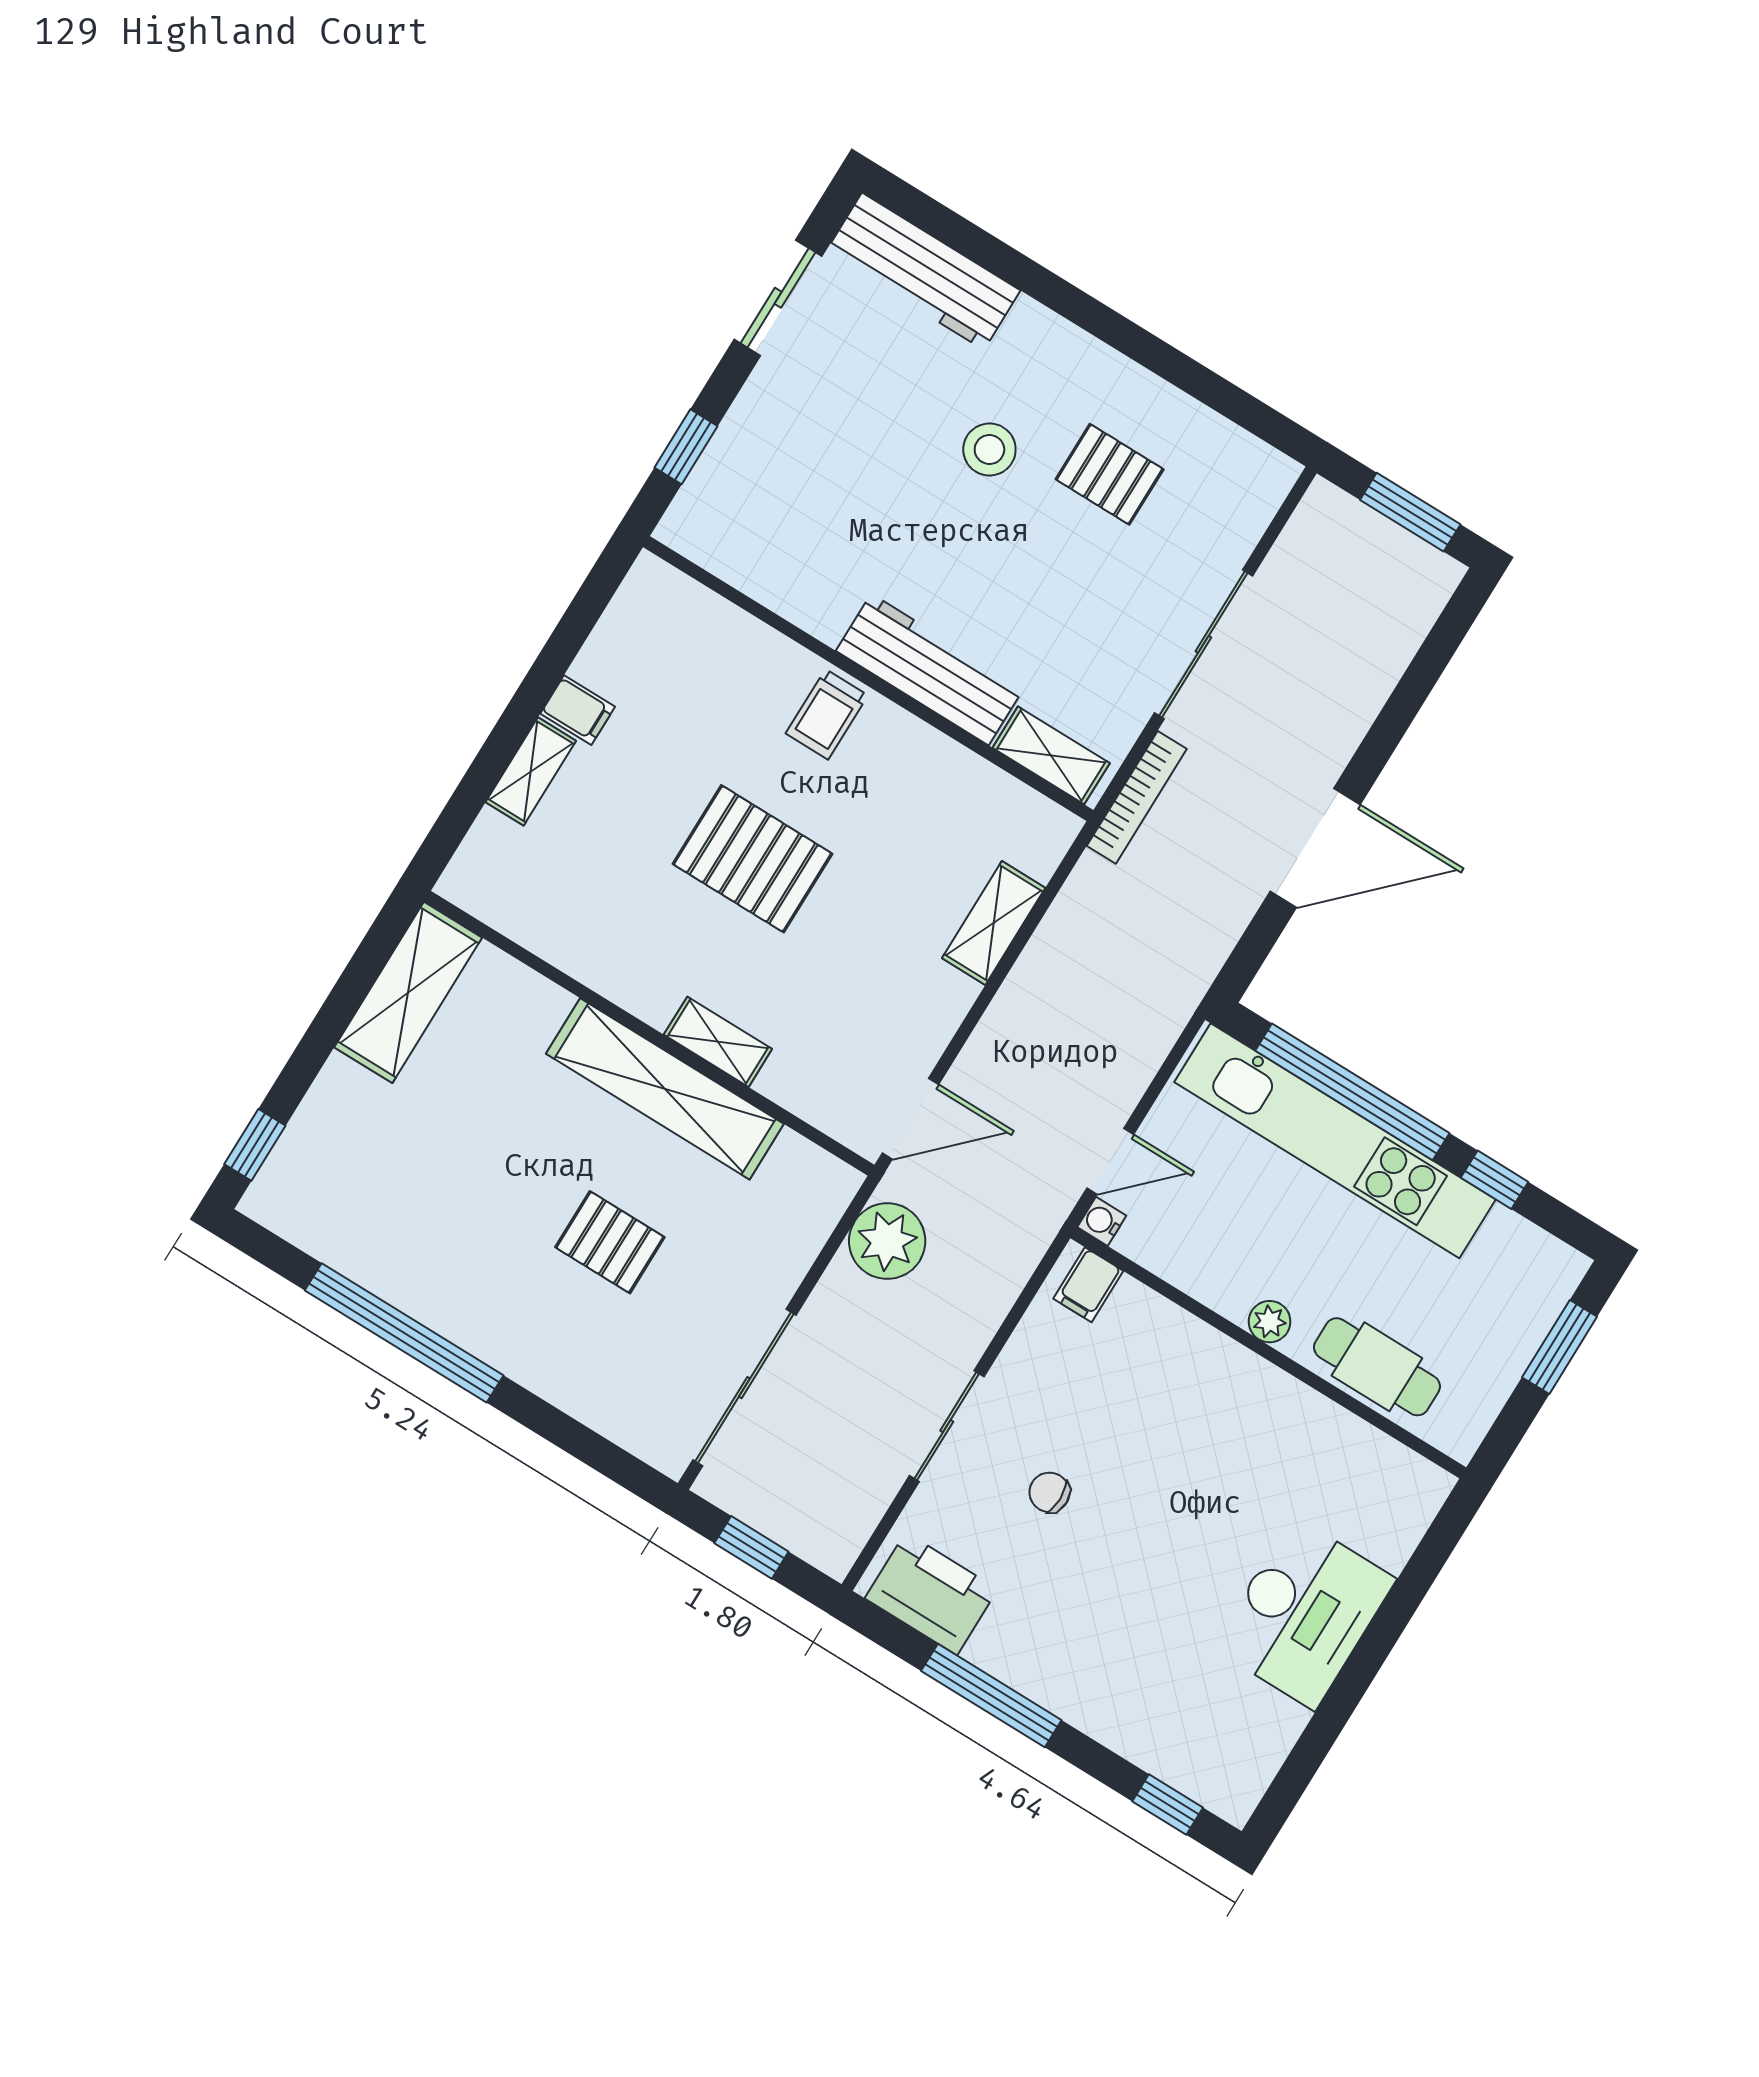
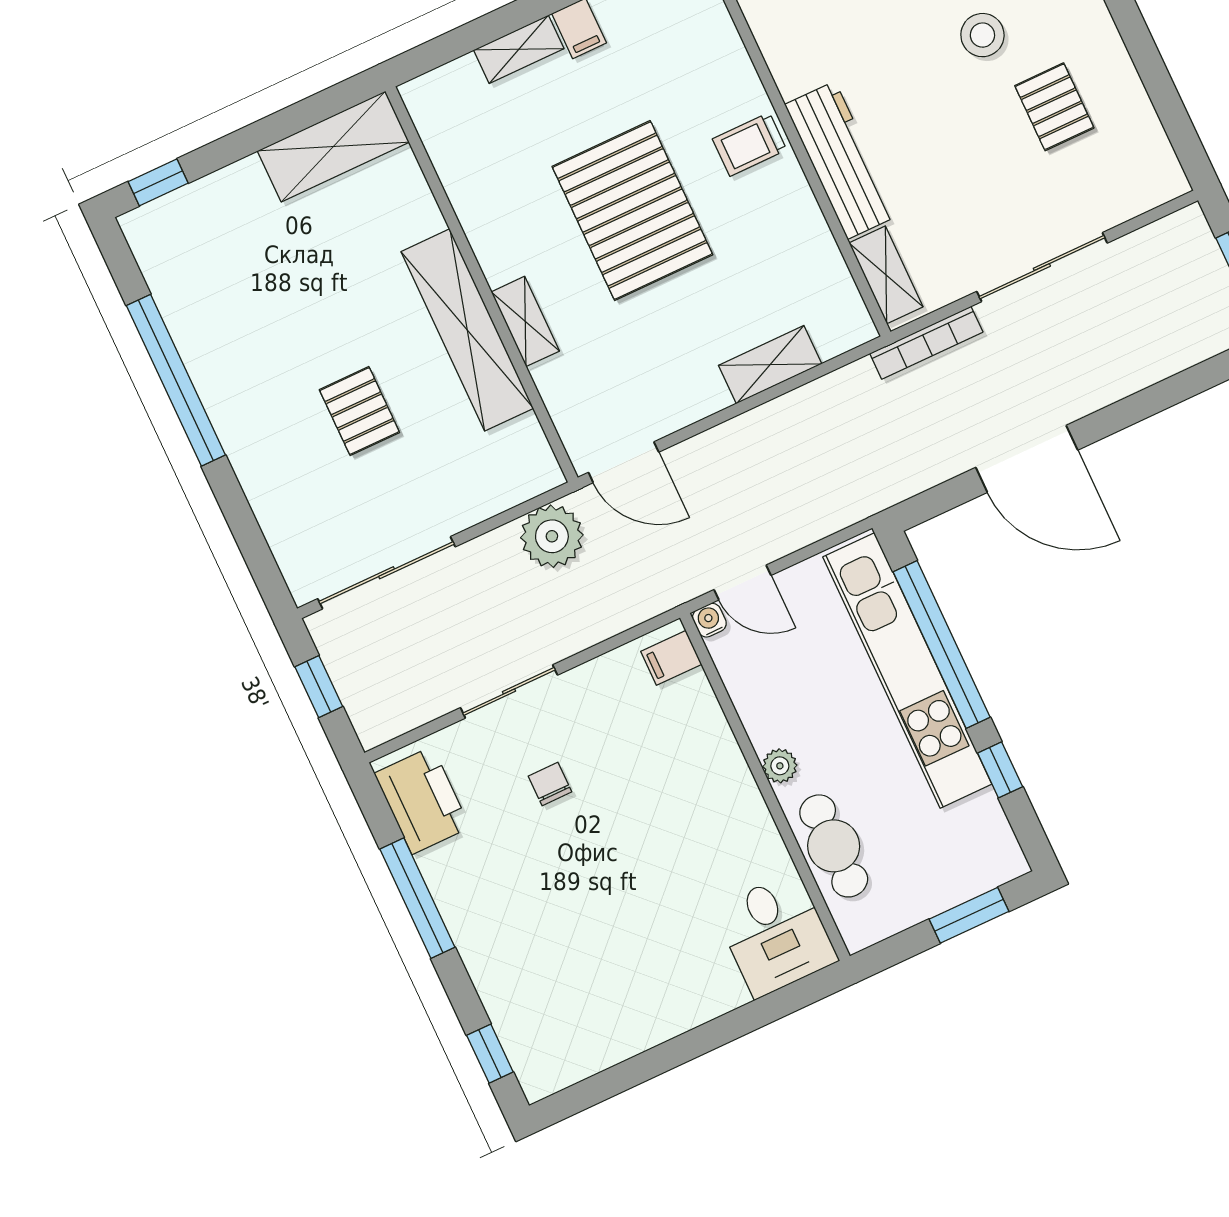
pallet: (752, 859) -> (632, 211), width x1.37, depth x1.41
desk: (1304, 1613) -> (776, 935), moved, width x0.73

